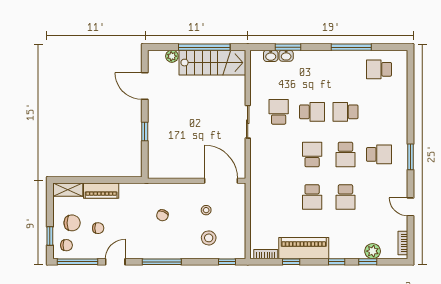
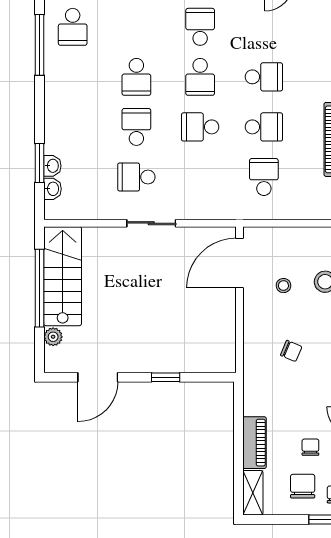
window: (351, 47) -> (39, 45), moved
school desk: (345, 154) -> (200, 77), turned 90
school desk: (279, 197) -> (264, 177), added

